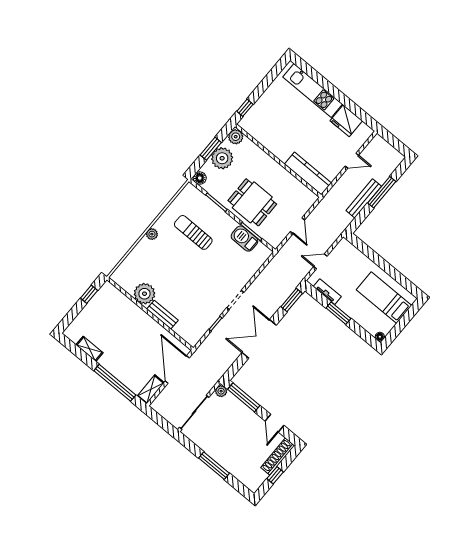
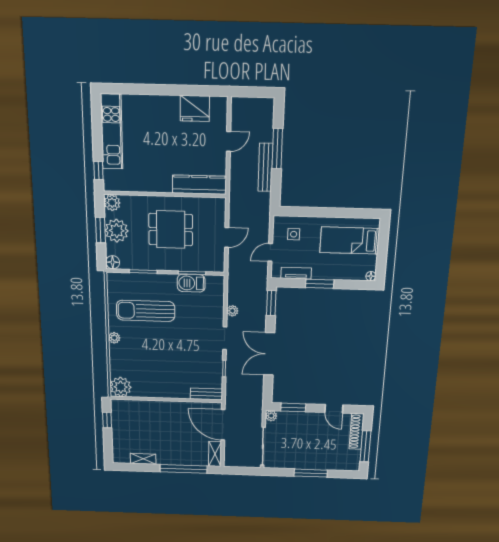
kitchen unit: (313, 91) -> (112, 132), moved, turned -90
dining table: (252, 202) -> (171, 230), moved
door: (297, 226) -> (227, 237), hinge flipped
sun lounger: (193, 232) -> (146, 311), width x1.36, depth x1.34
side table: (347, 261) -> (294, 234), added
plant: (258, 283) -> (232, 311), added
plant: (144, 294) -> (121, 387), moved
bench: (162, 315) -> (206, 394), moved
window: (244, 397) -> (293, 407), width x0.69
window: (275, 475) -> (365, 446), width x2.17

